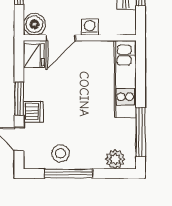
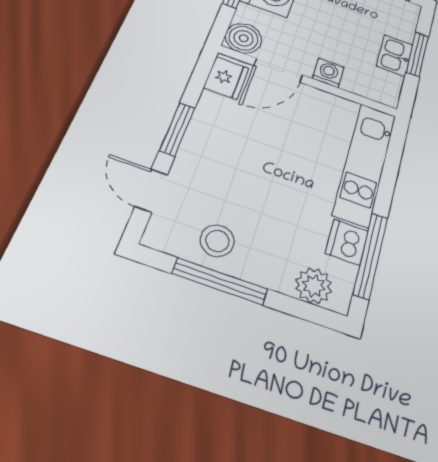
dishwasher: (33, 112) -> (347, 242), moved, turned 180

